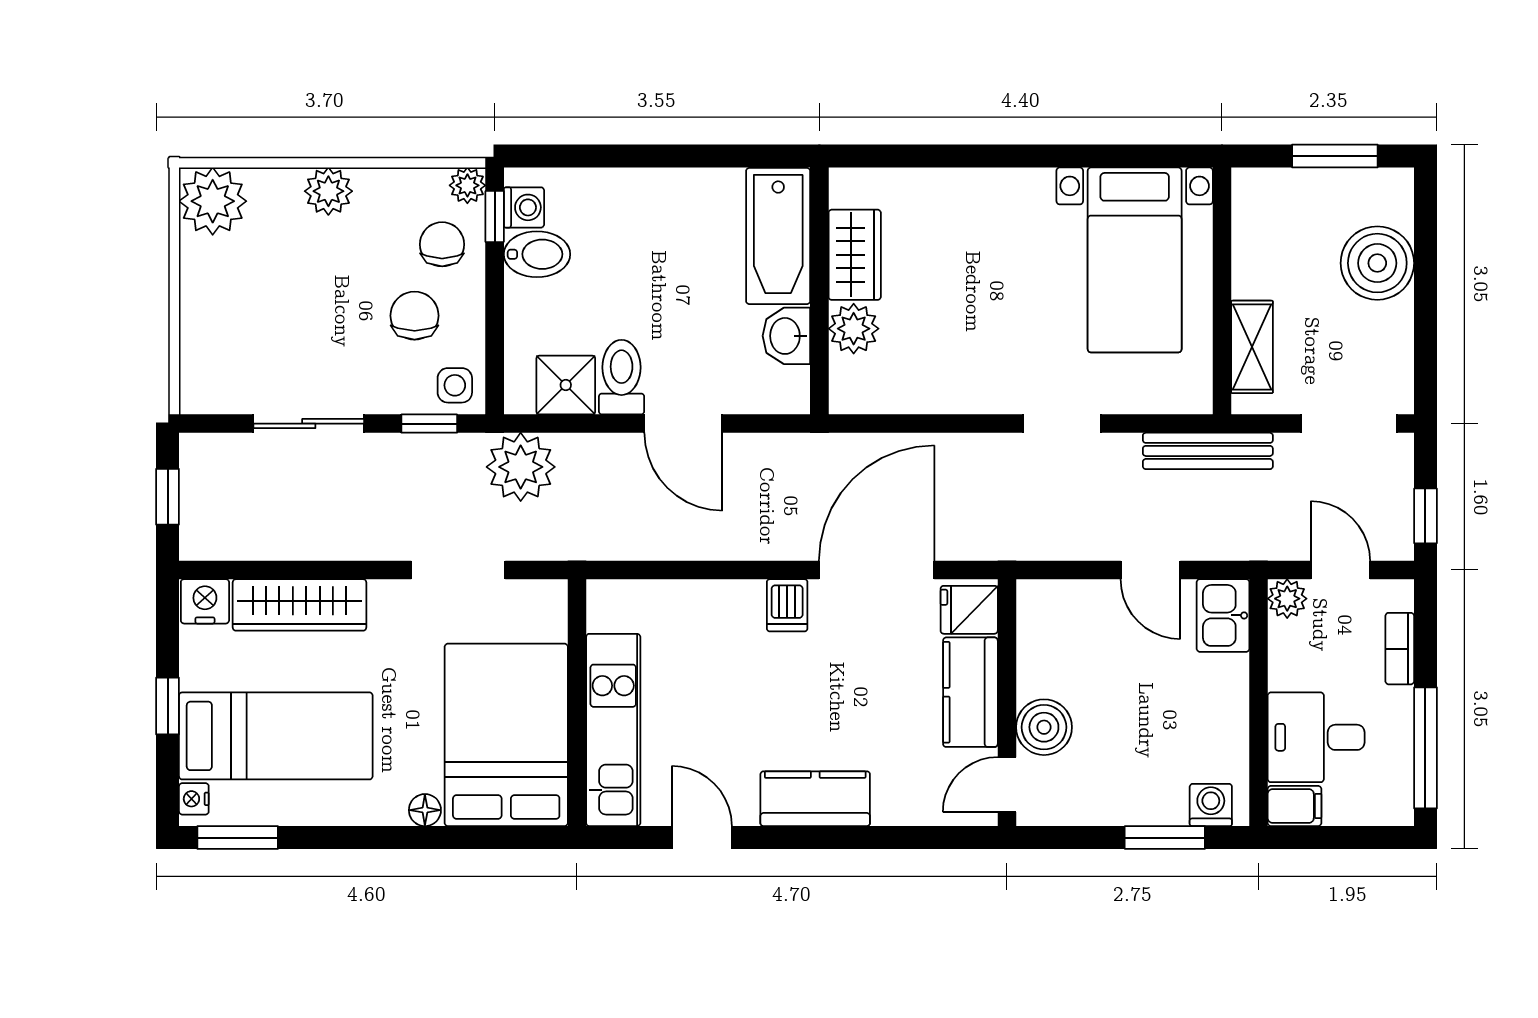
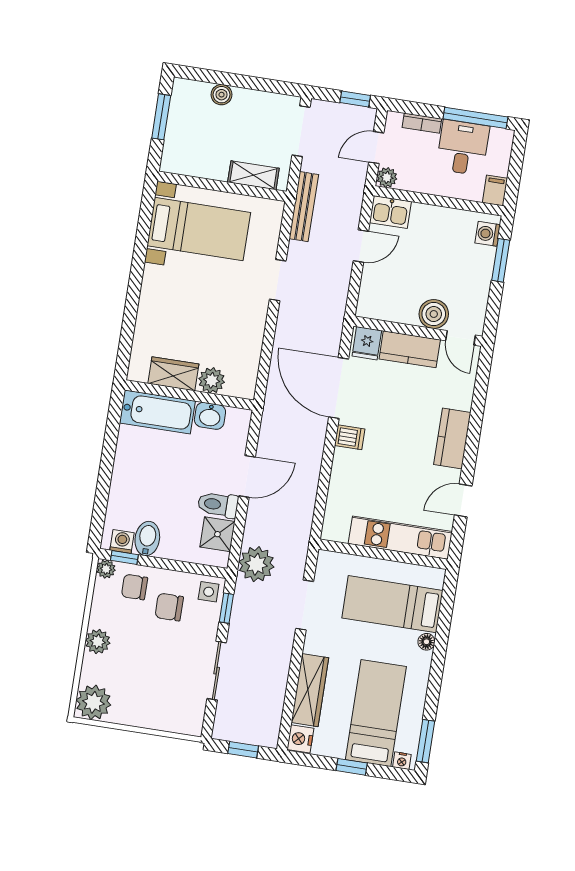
boiler: (1377, 263) -> (222, 95), width x0.54, depth x0.54
bed: (506, 735) -> (392, 604), width x0.67
desk: (1316, 737) -> (463, 148), moved, turned 180

